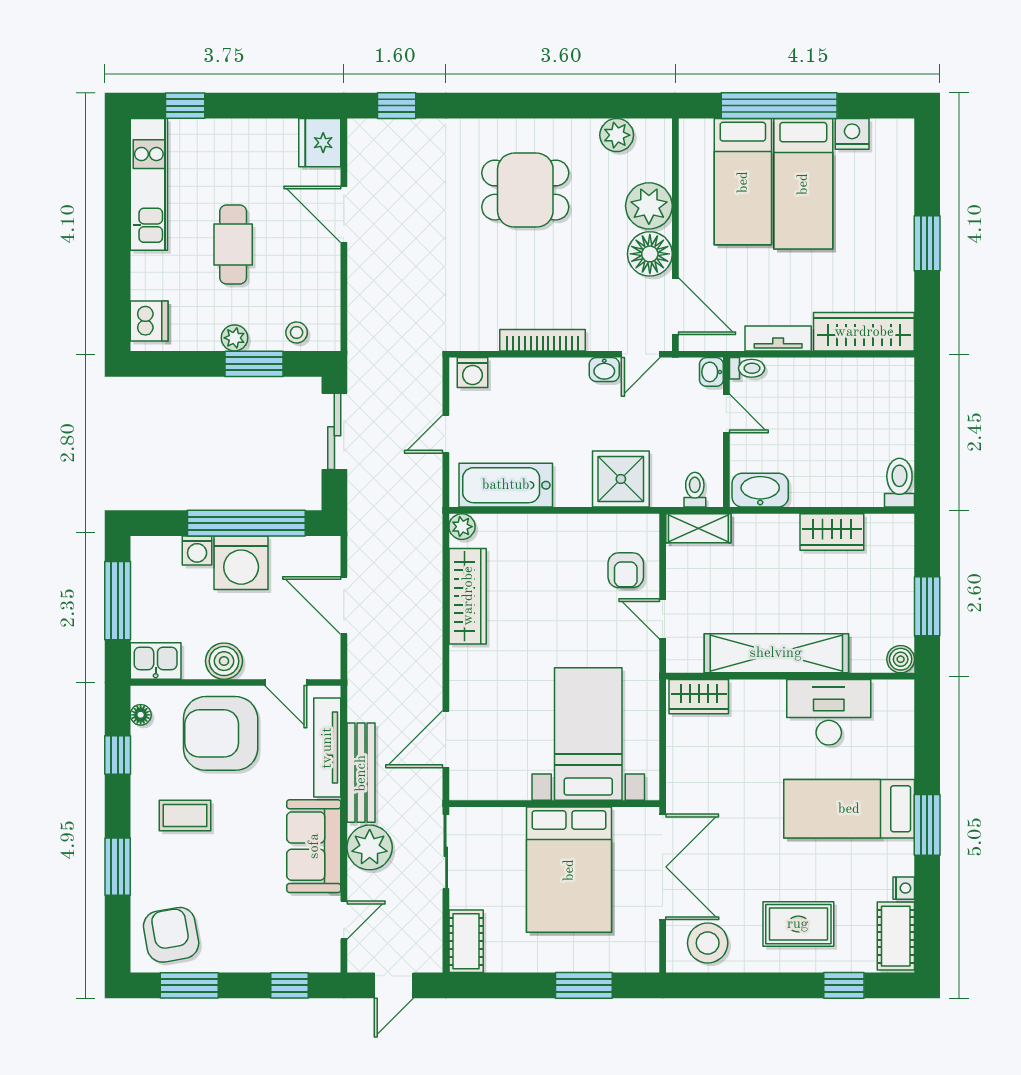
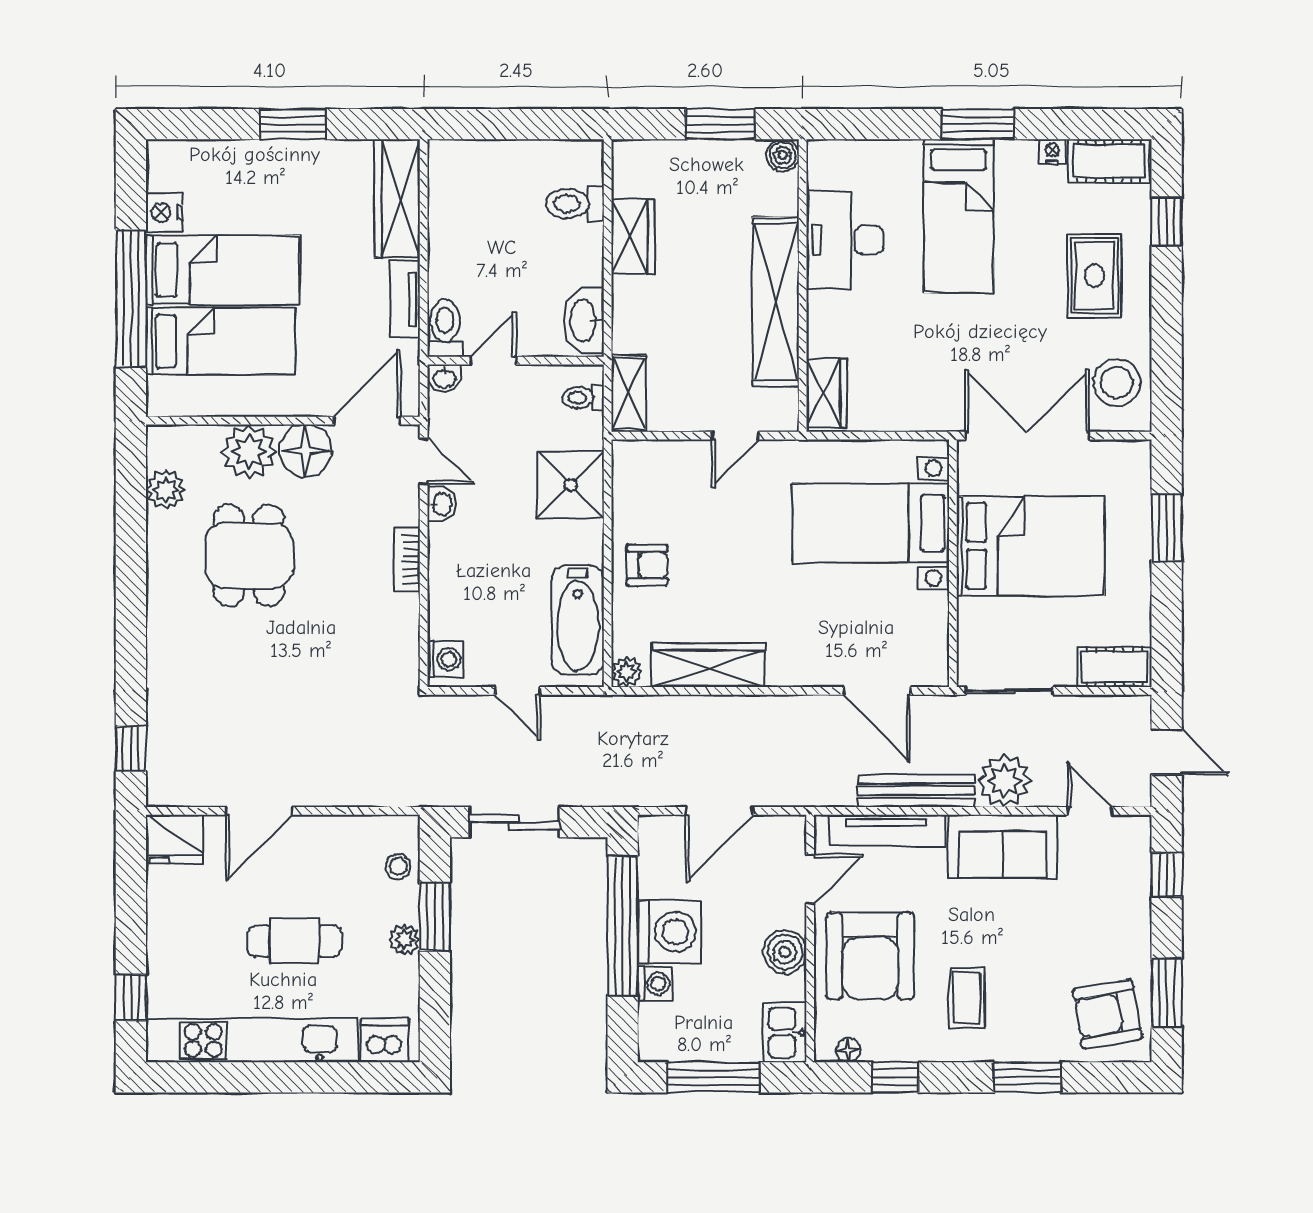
kitchen unit: (149, 184) -> (252, 1040), width x1.36
dining table: (525, 190) -> (249, 556), moved
bookcase: (543, 340) -> (407, 559), width x0.64
toilet: (747, 368) -> (445, 328), width x1.37, depth x1.39
toilet: (899, 483) -> (575, 204), moved
armchair: (626, 570) -> (647, 565), moved

